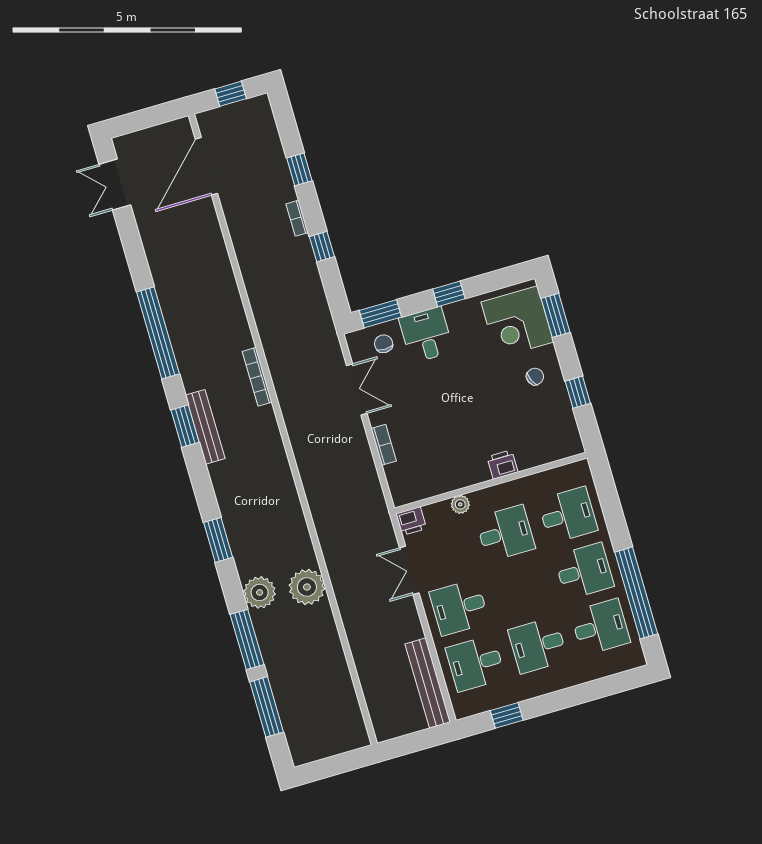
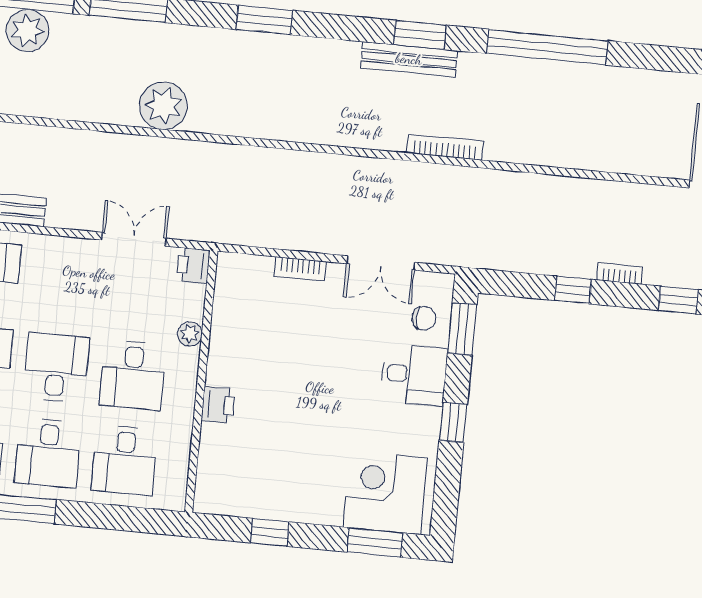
chair: (535, 377) -> (310, 487), removed
plant: (260, 592) -> (27, 30), moved
desk: (459, 607) -> (56, 368), moved

